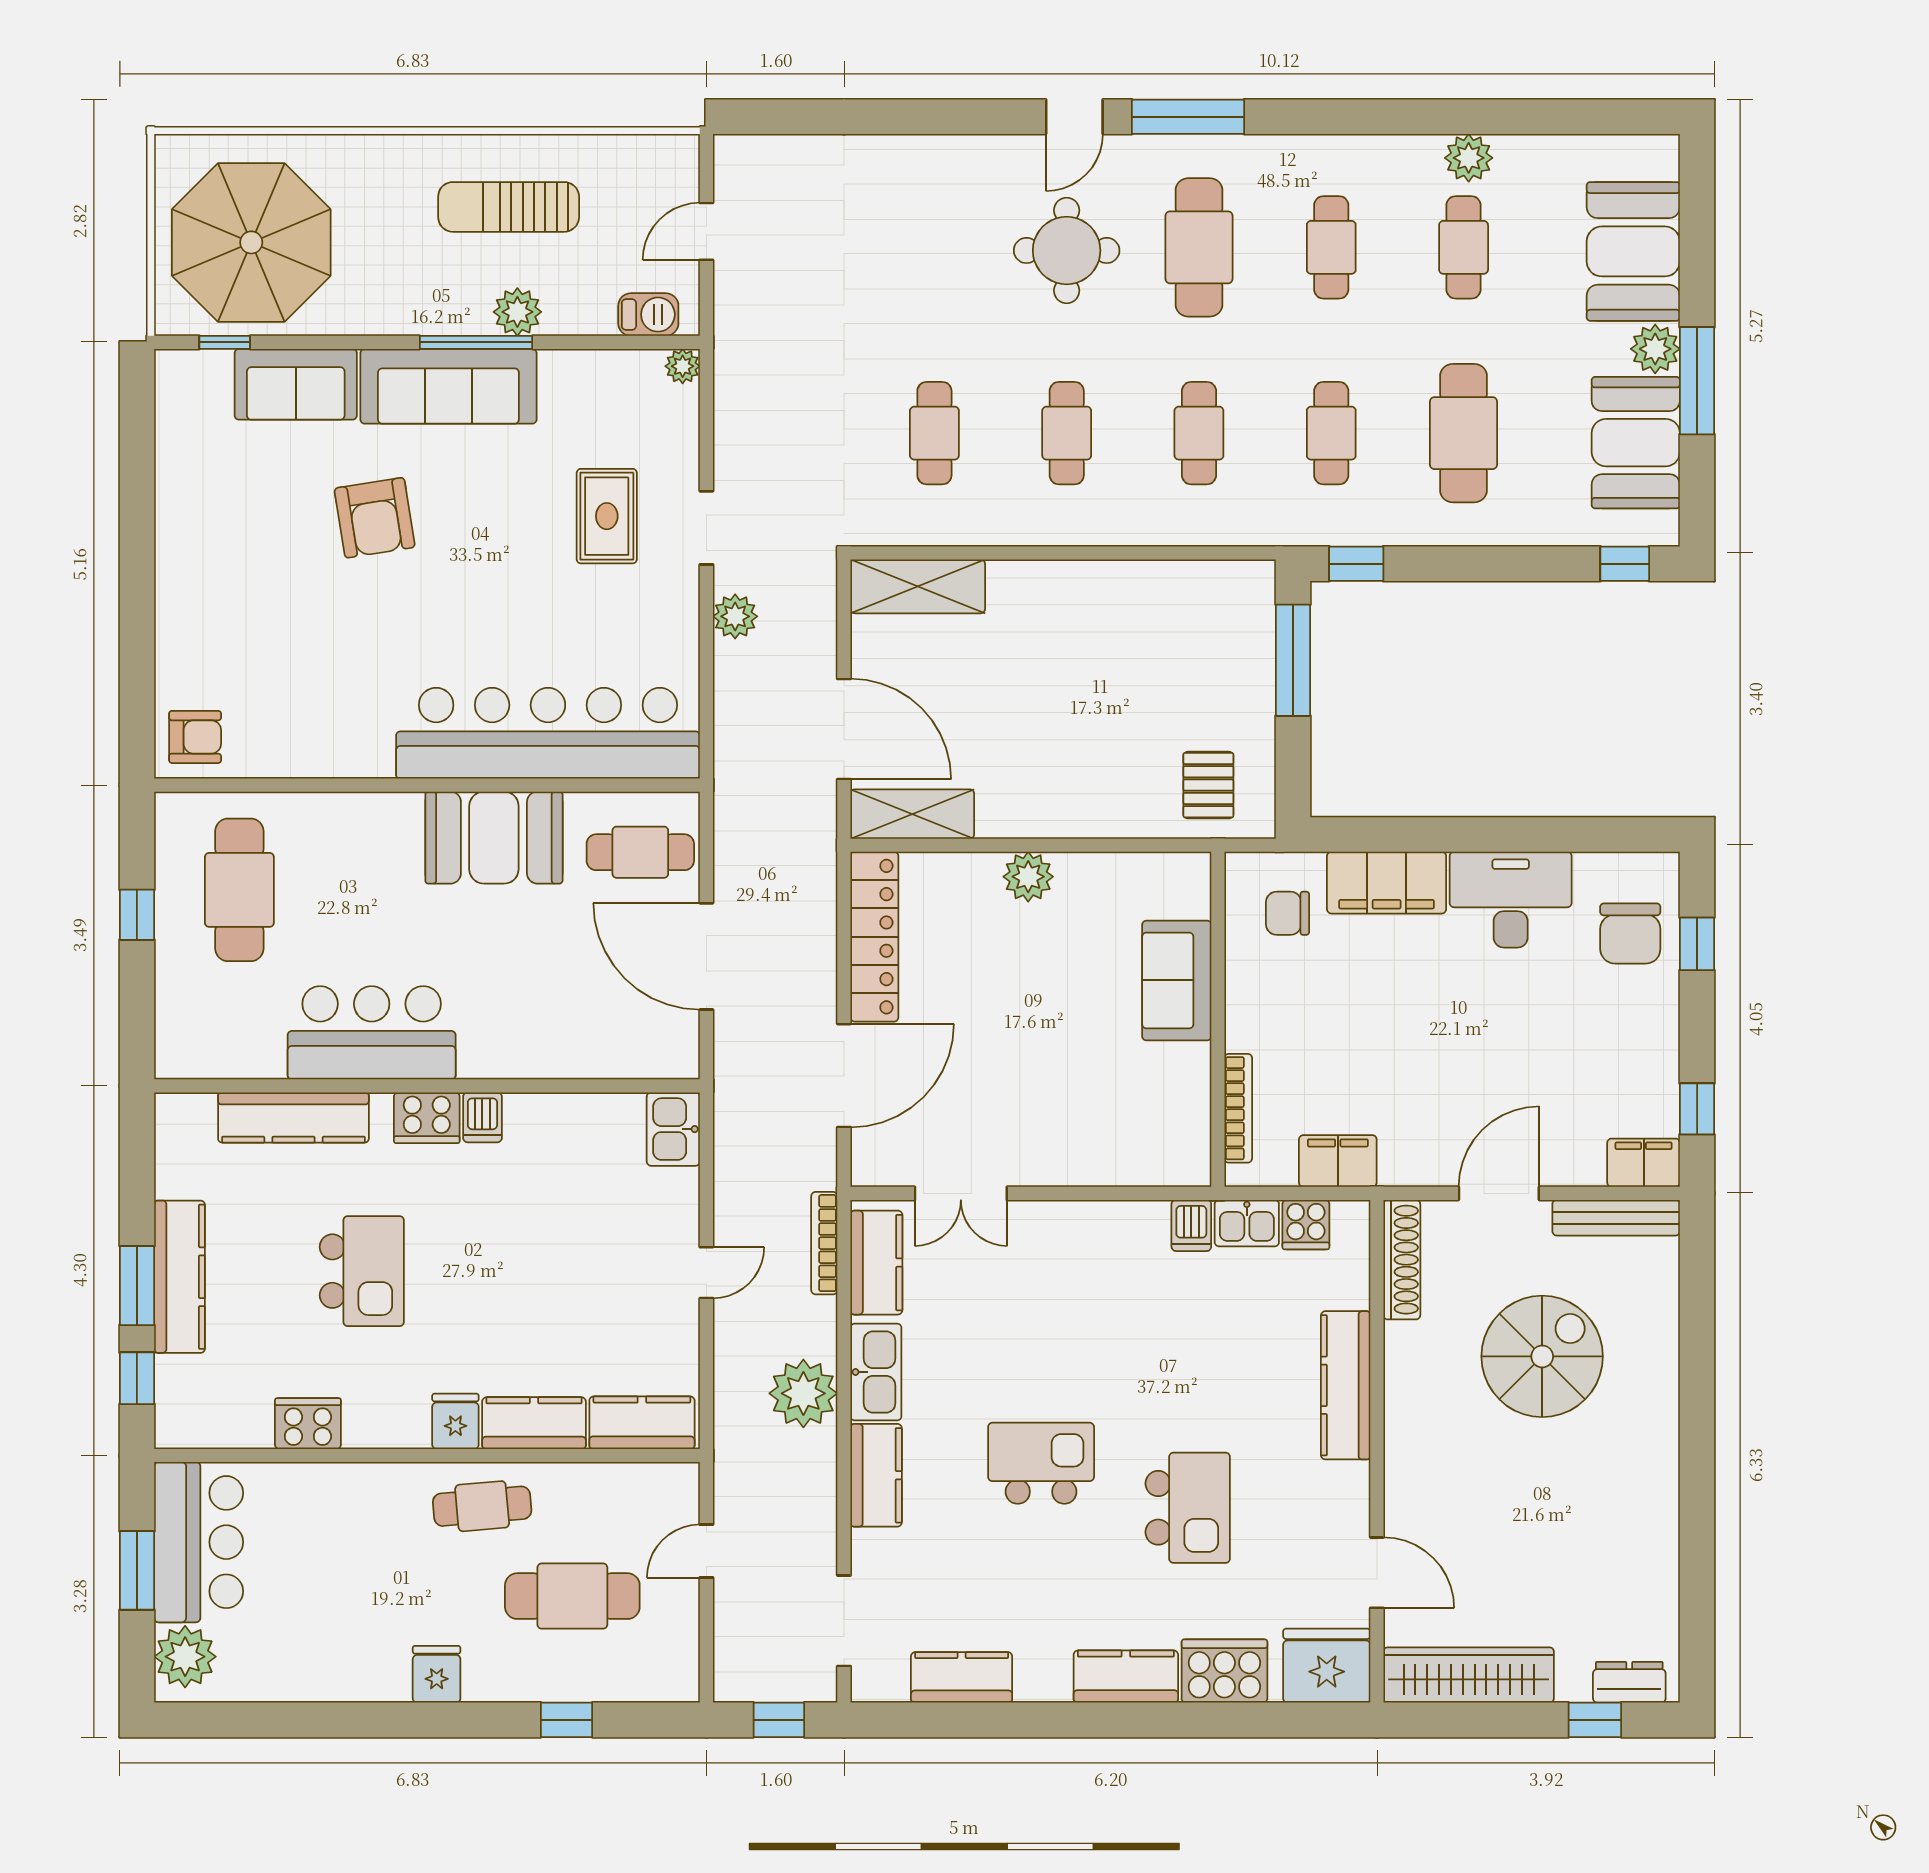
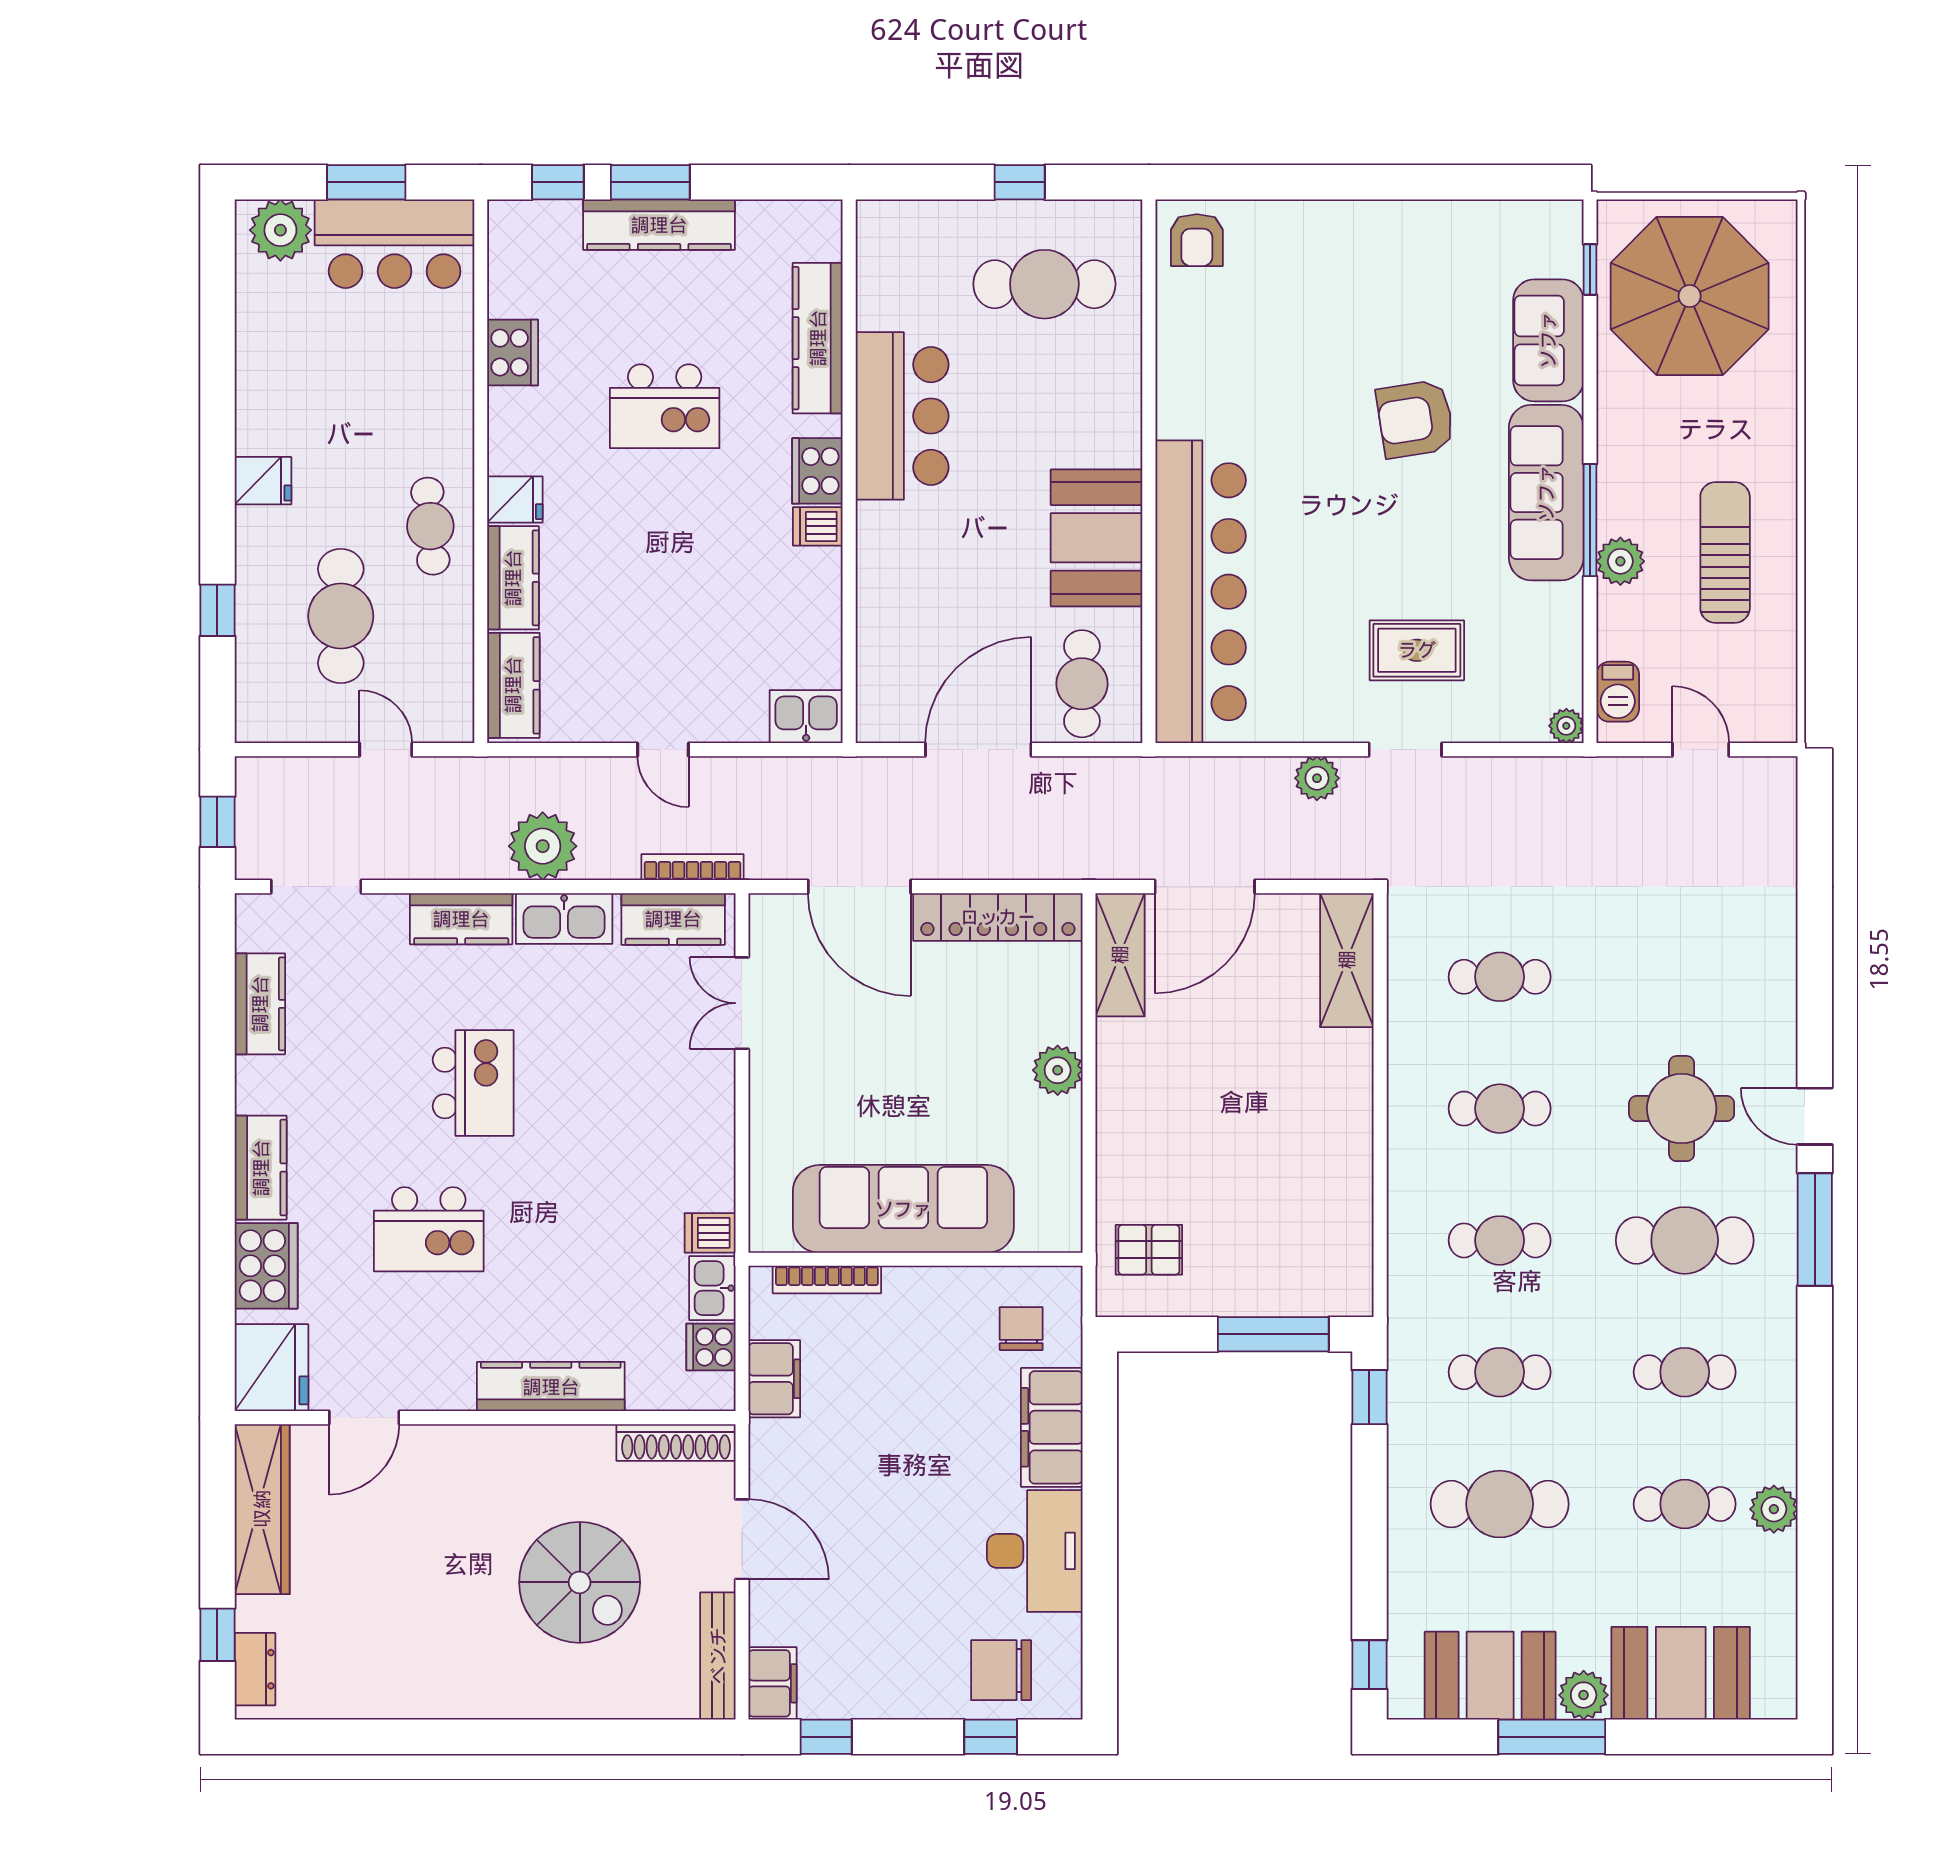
sofa: (1177, 980) -> (903, 1209), width x1.85, depth x1.27

